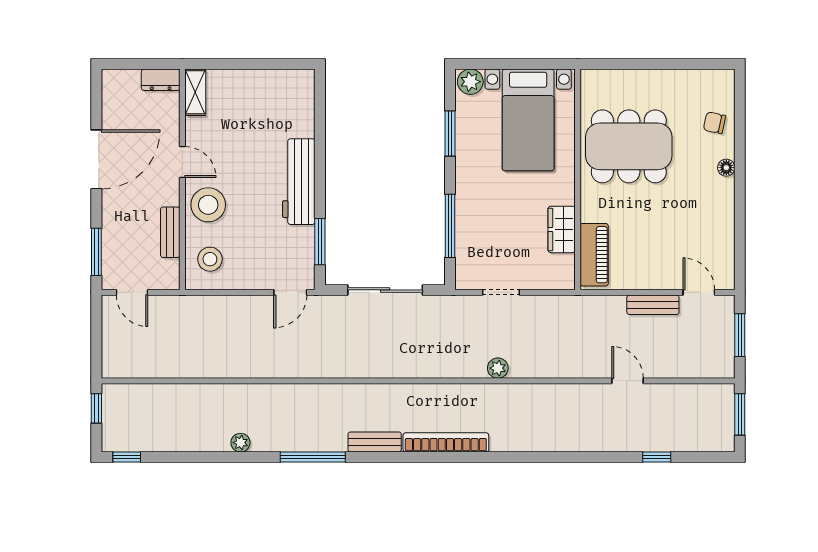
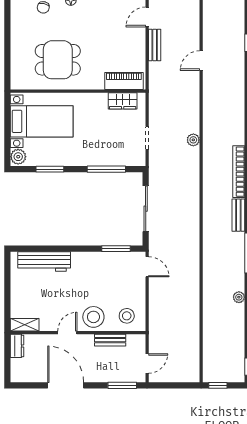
dining table: (629, 146) -> (58, 60), width x0.73
workbench: (299, 182) -> (44, 262), moved
wardrobe: (562, 229) -> (123, 101), moved

